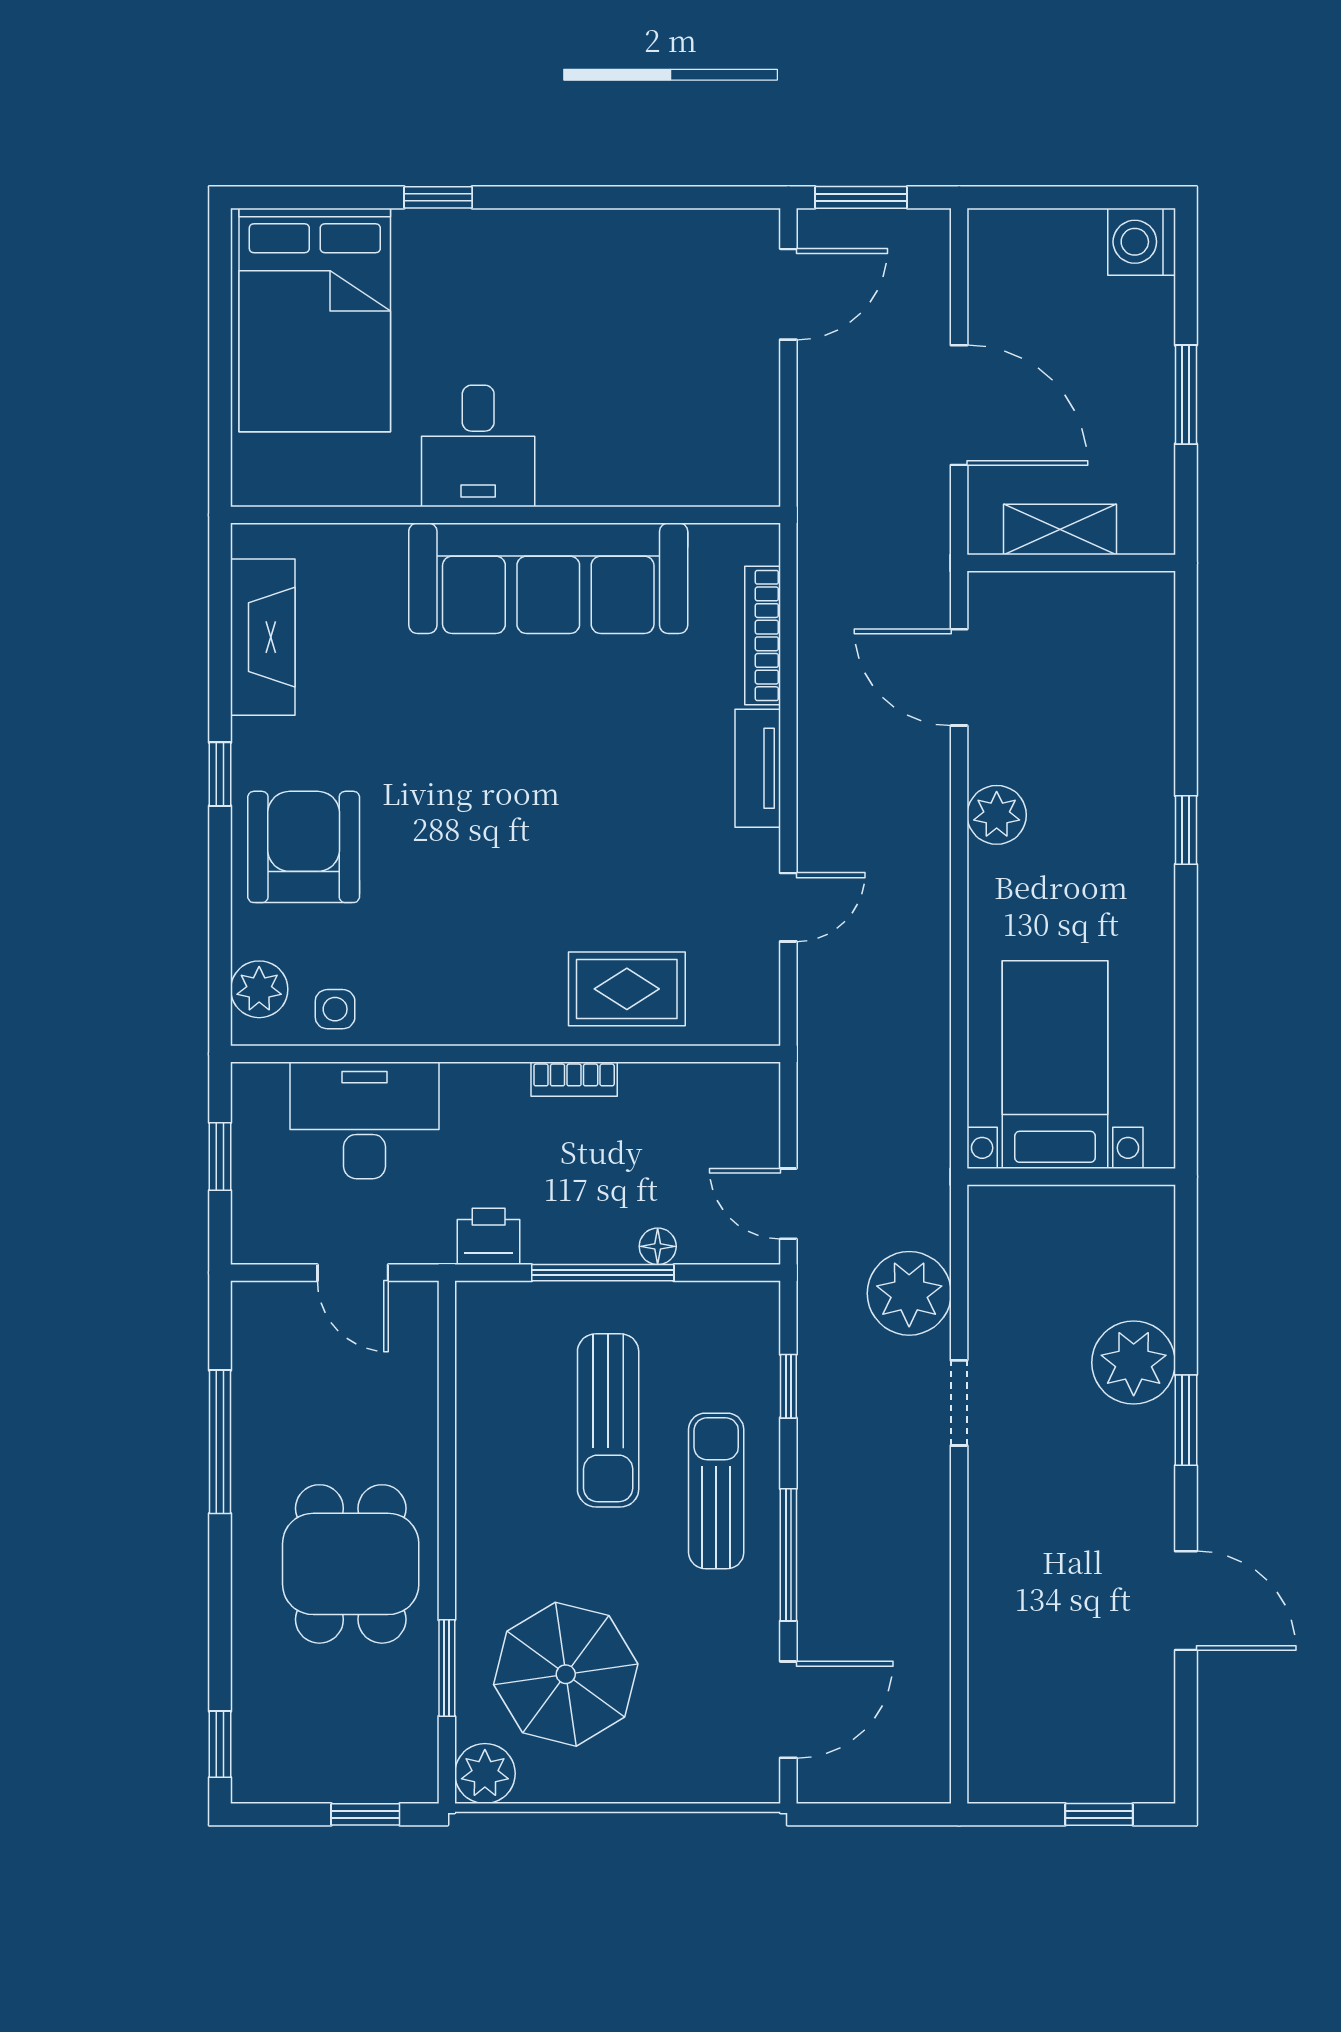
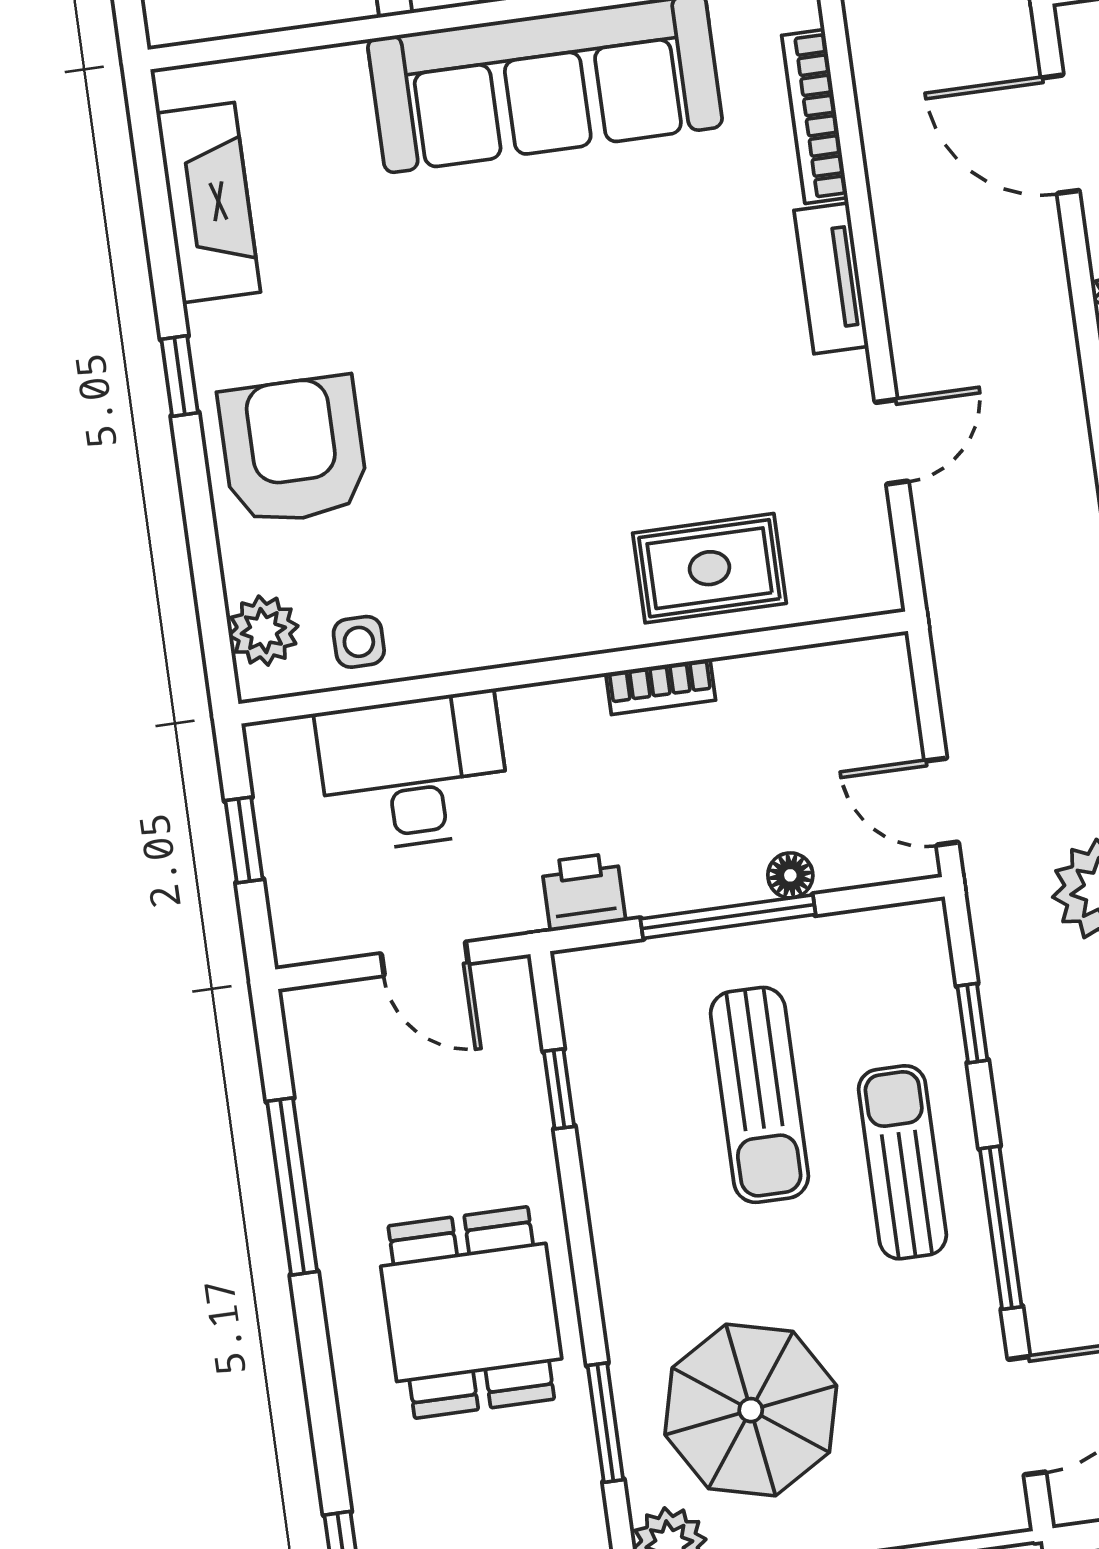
window: (447, 1393) -> (559, 1089), added

